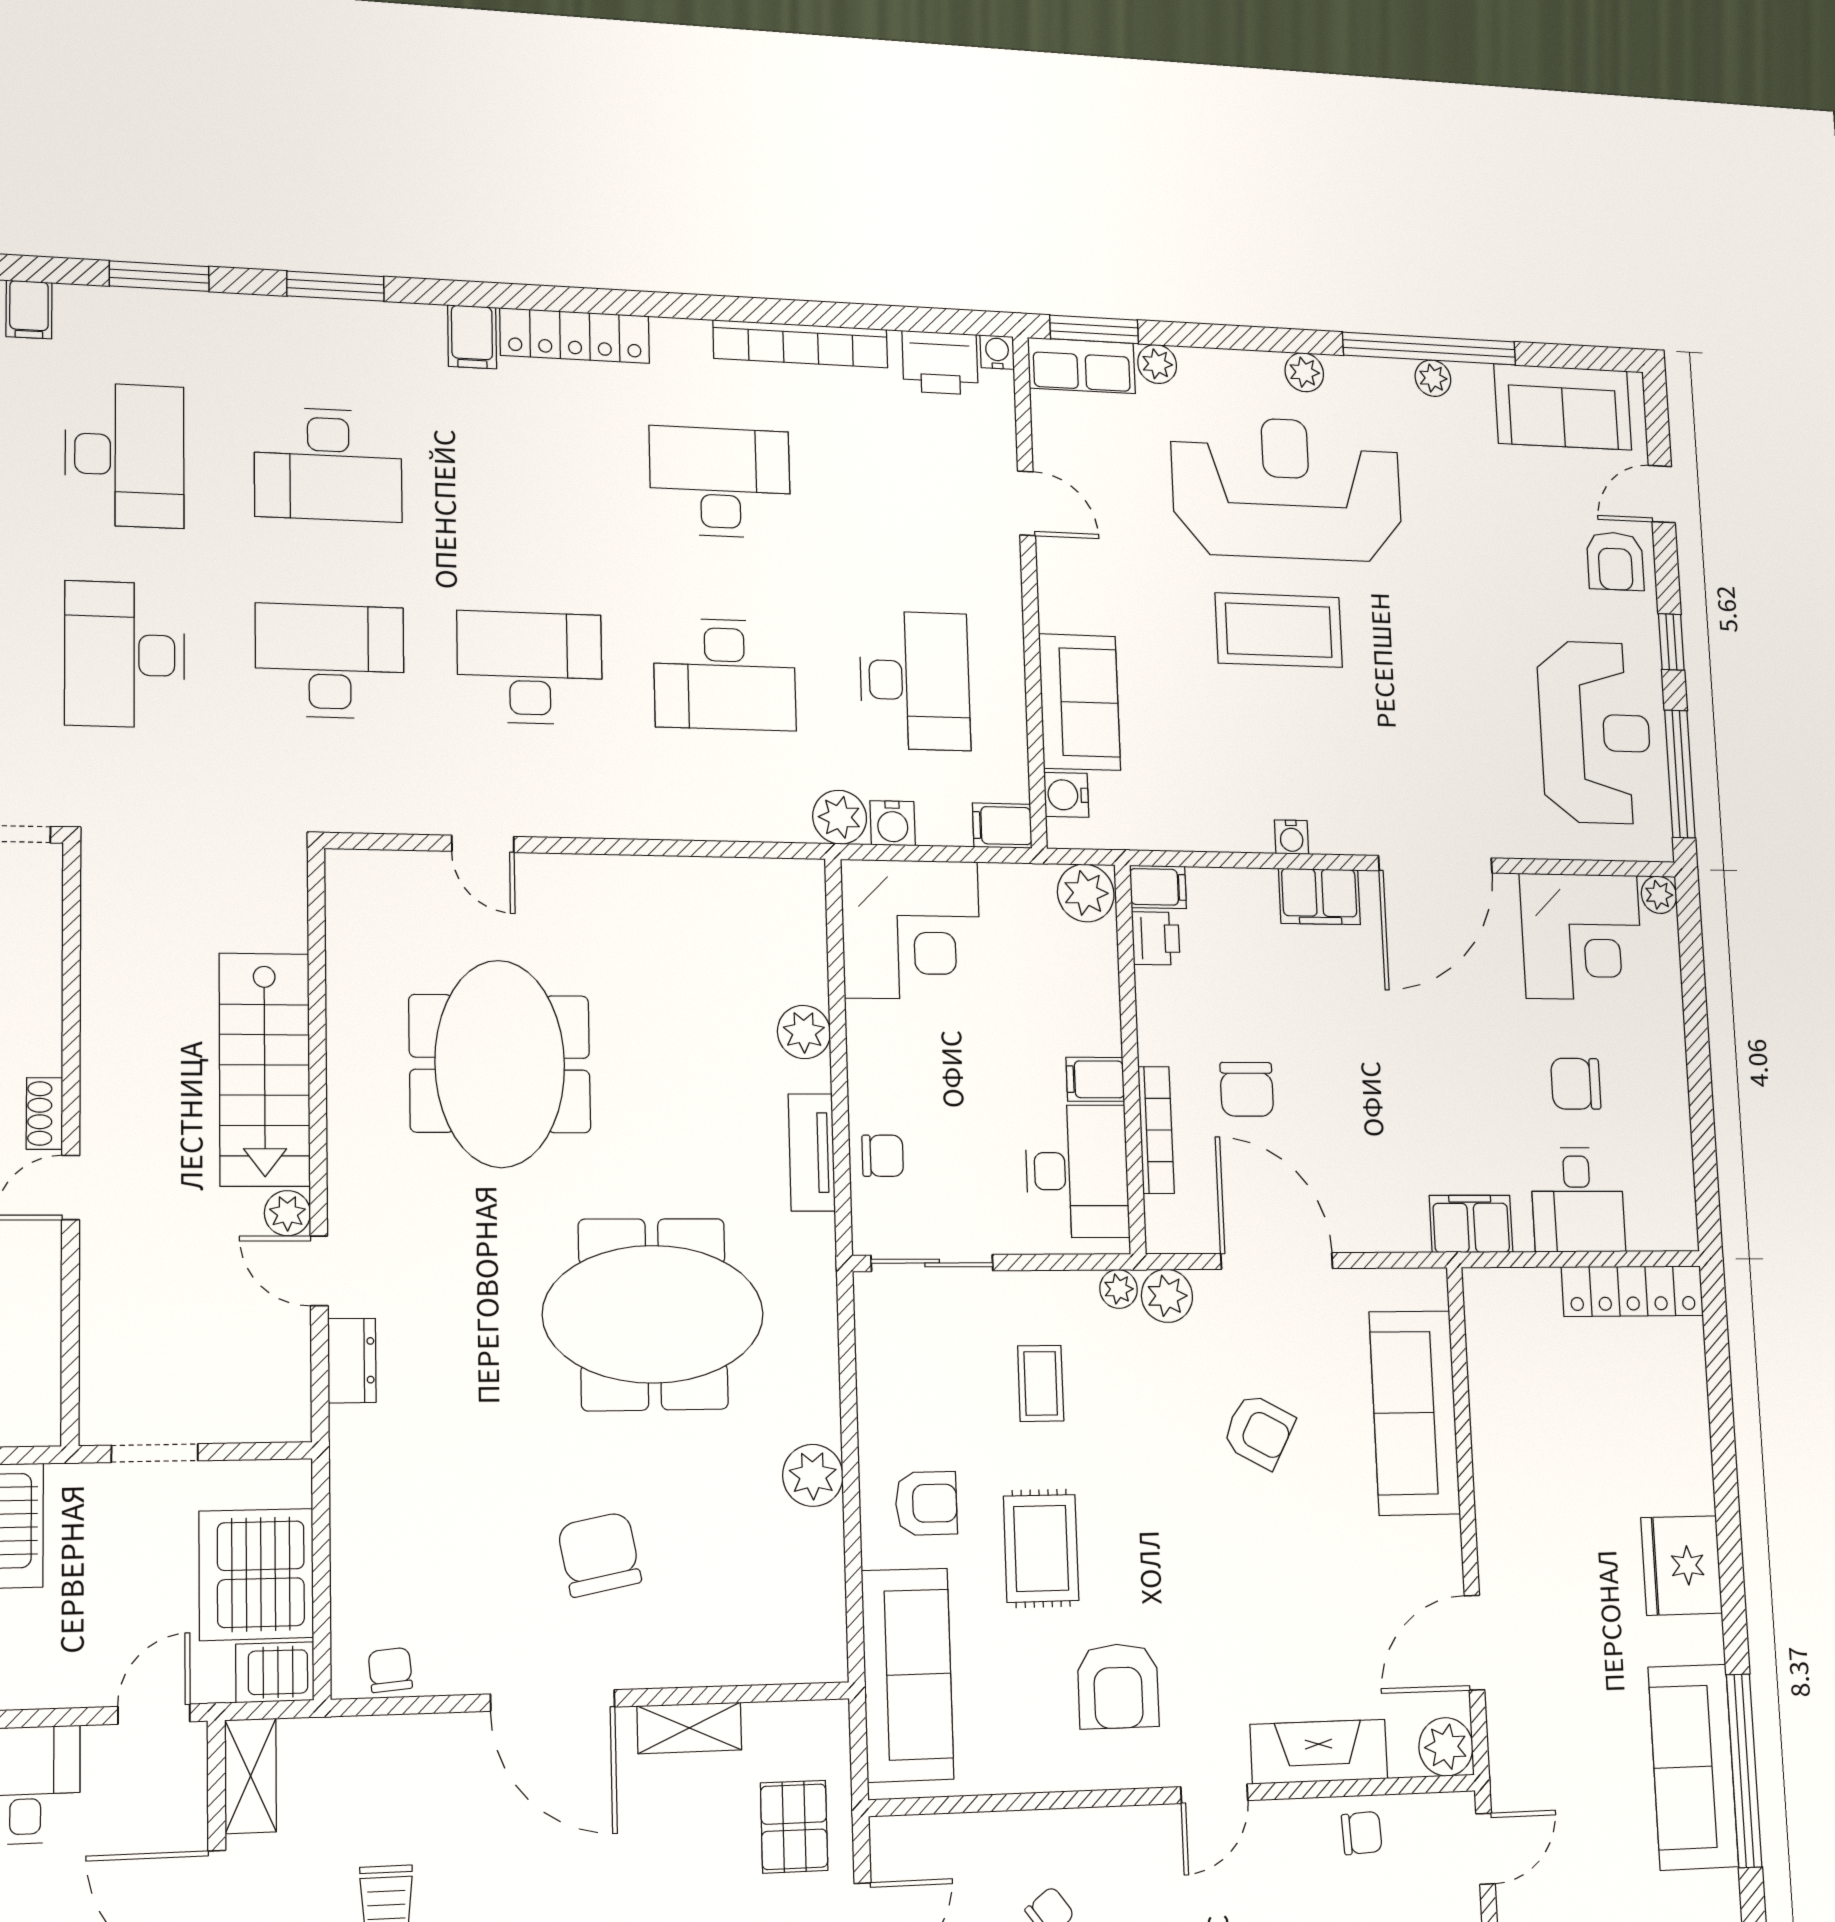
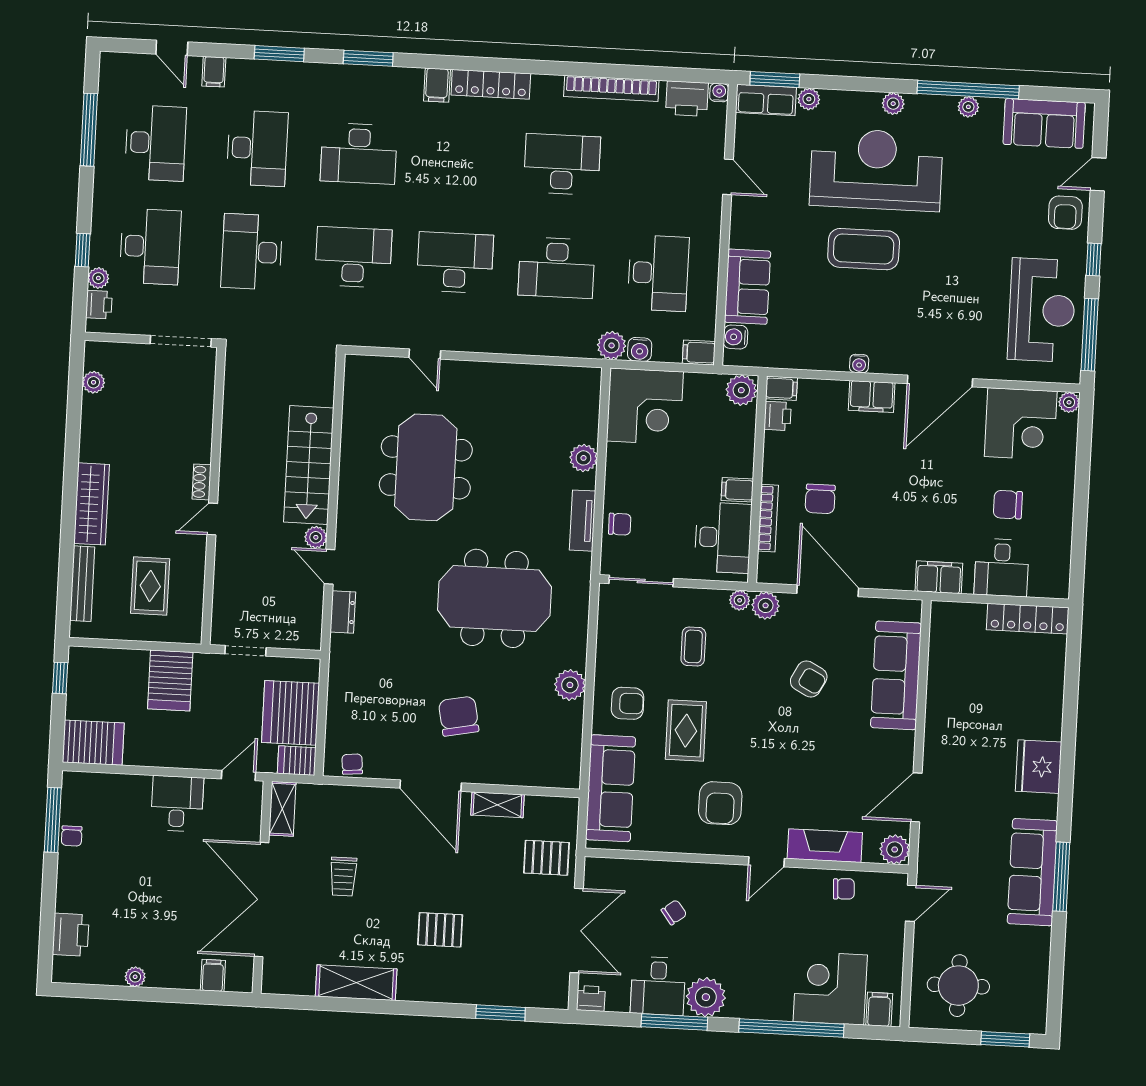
window: (1744, 1771) -> (1061, 877), width x0.68
pallet: (794, 1827) -> (546, 858), turned 90

